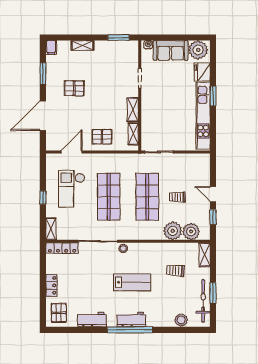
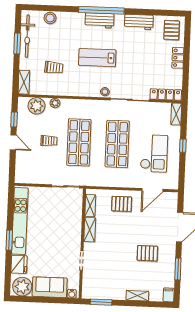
plant: (173, 231) -> (55, 103), width x0.53, depth x0.53

